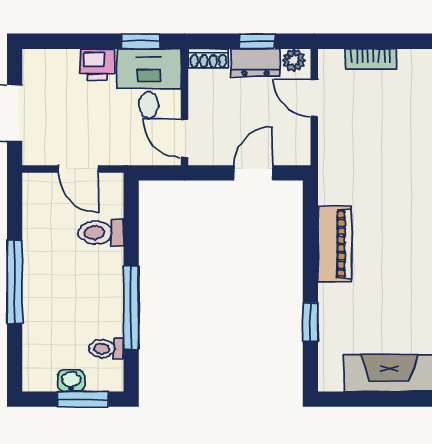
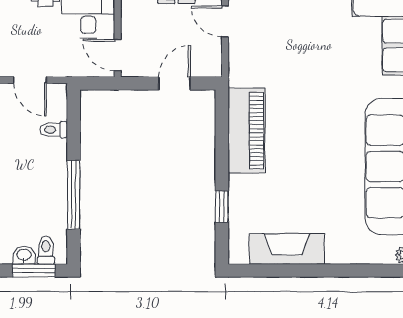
toilet: (101, 233) -> (54, 130), width x0.73, depth x0.72
piano: (335, 244) -> (247, 131), width x1.37, depth x1.33
toilet: (106, 349) -> (46, 250), moved, turned 90

